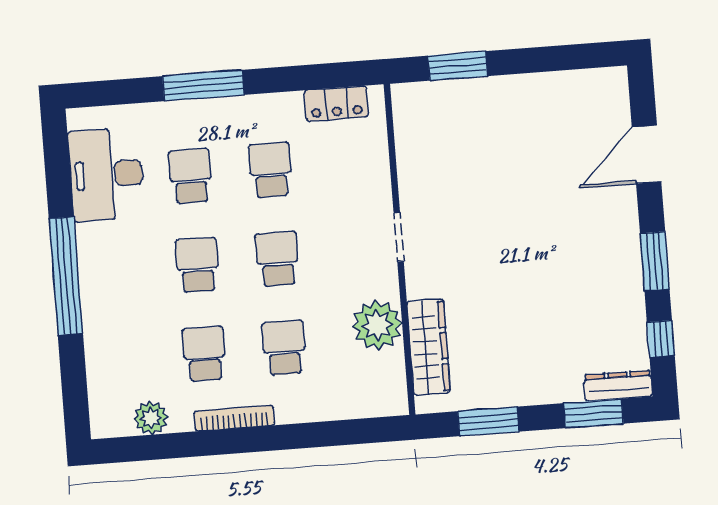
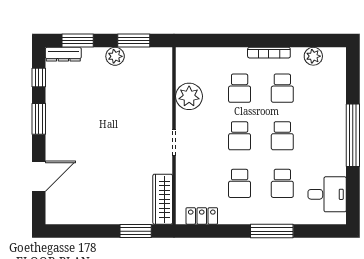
desk: (106, 174) -> (327, 194), width x0.73
wardrobe: (429, 347) -> (163, 199), moved
plant: (521, 389) -> (115, 56), added

